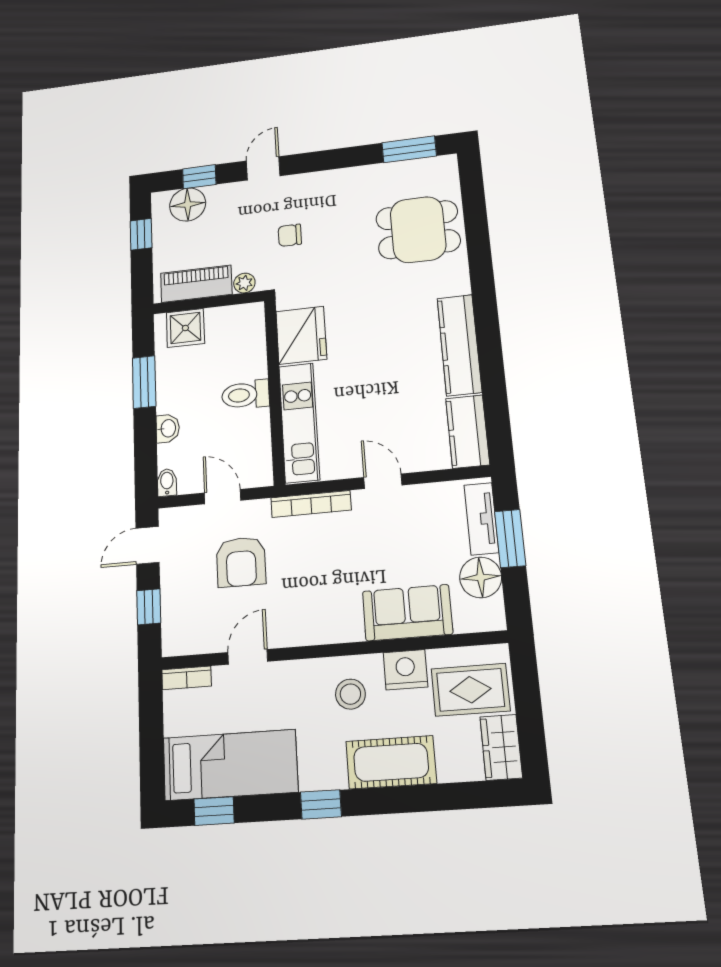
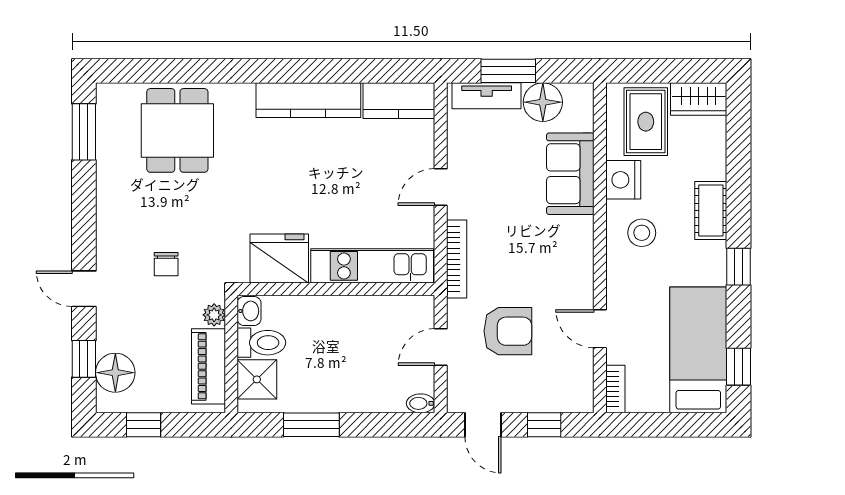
toilet: (246, 395) -> (261, 343), moved, turned -90
washbasin: (168, 428) -> (249, 311), moved, turned 90
cot: (391, 762) -> (711, 210), width x0.73, depth x0.75

